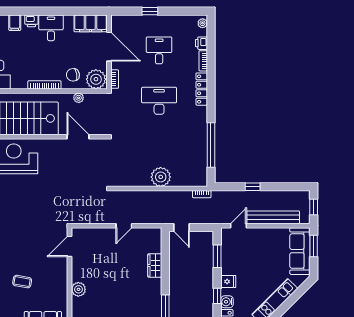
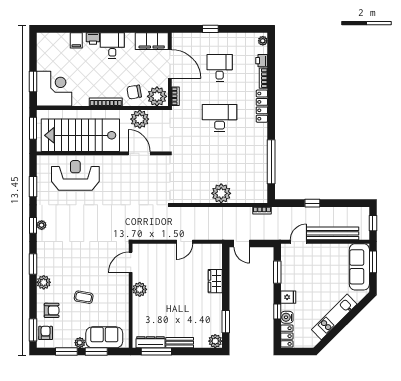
plant: (79, 98) -> (140, 119), width x1.87, depth x1.87
plant: (78, 289) -> (140, 289), moved

